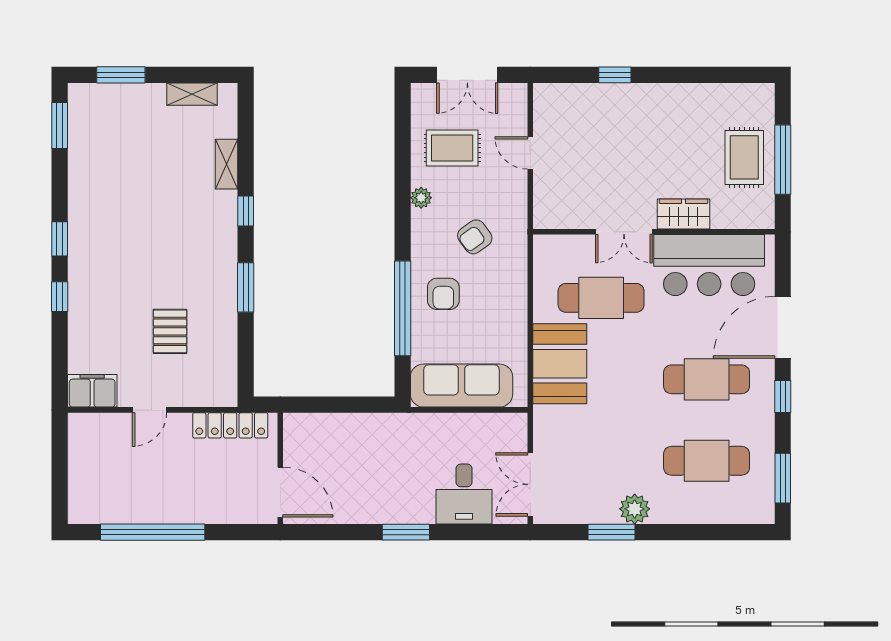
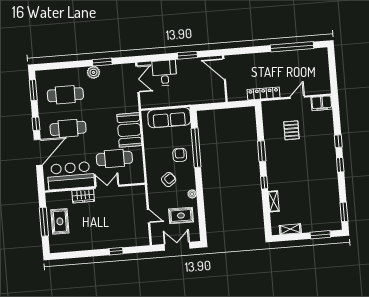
wall: (280, 468) -> (225, 79), moved
door: (280, 492) -> (224, 69), moved

